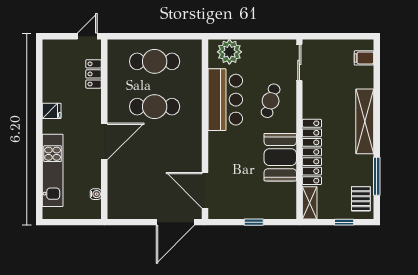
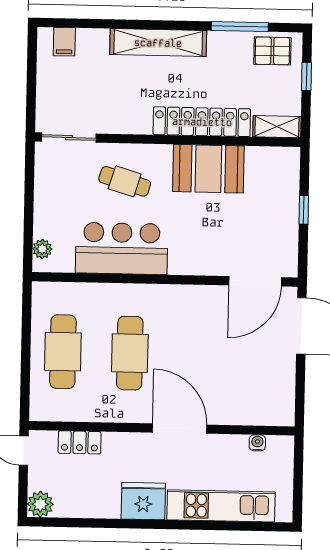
plant: (51, 48) -> (40, 504), added
plant: (229, 52) -> (42, 249), width x0.53, depth x0.53
fridge: (52, 111) -> (143, 501), width x1.88, depth x1.34

